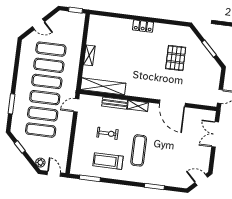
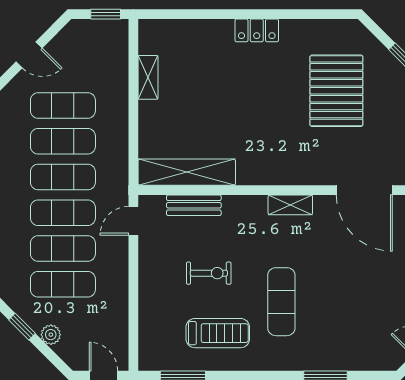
shelving: (89, 55) -> (148, 77), moved
pallet: (176, 58) -> (336, 91), width x1.37, depth x1.41
bench: (115, 103) -> (194, 205), moved
door: (172, 103) -> (364, 190), moved
shelving: (138, 106) -> (290, 205), moved
treadmill: (108, 161) -> (218, 333), turned 180
plant: (40, 163) -> (51, 335), moved

